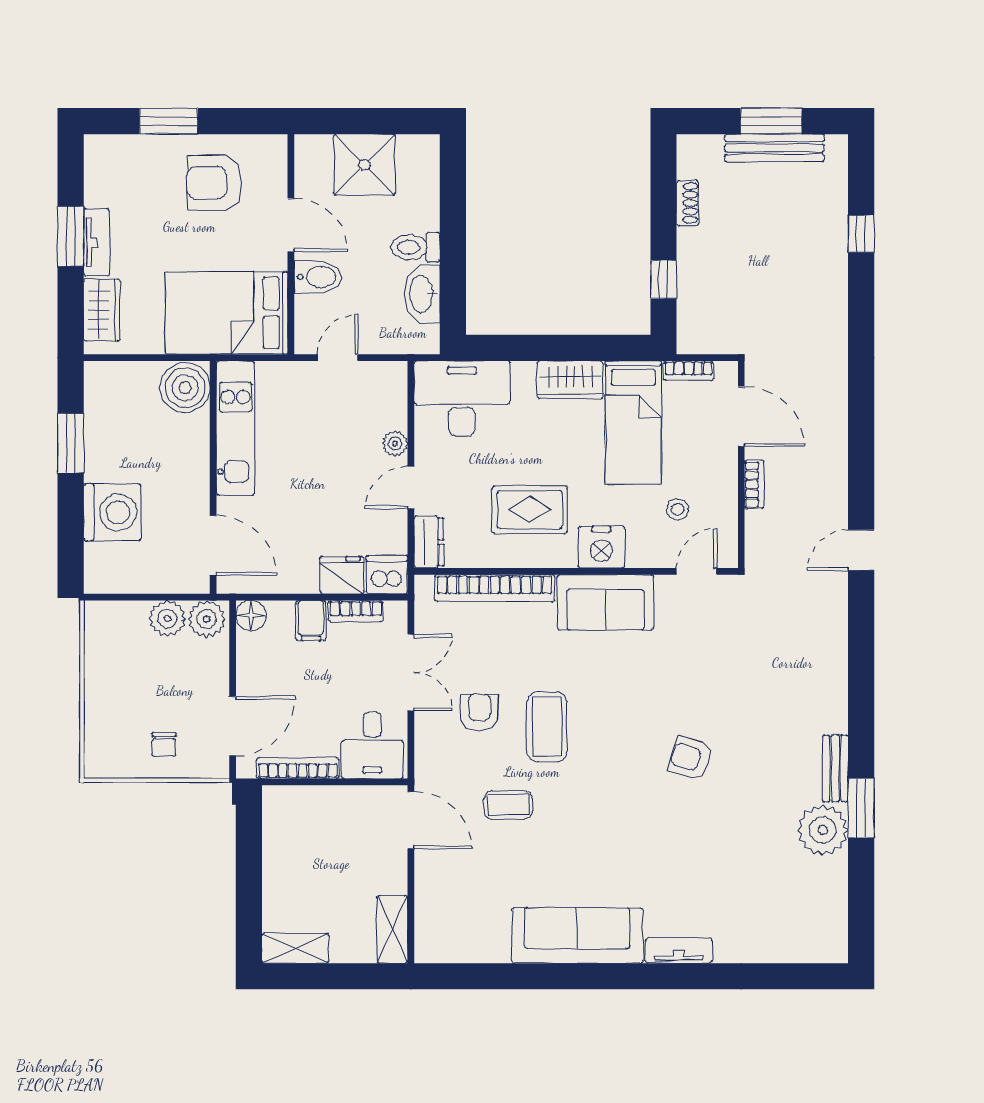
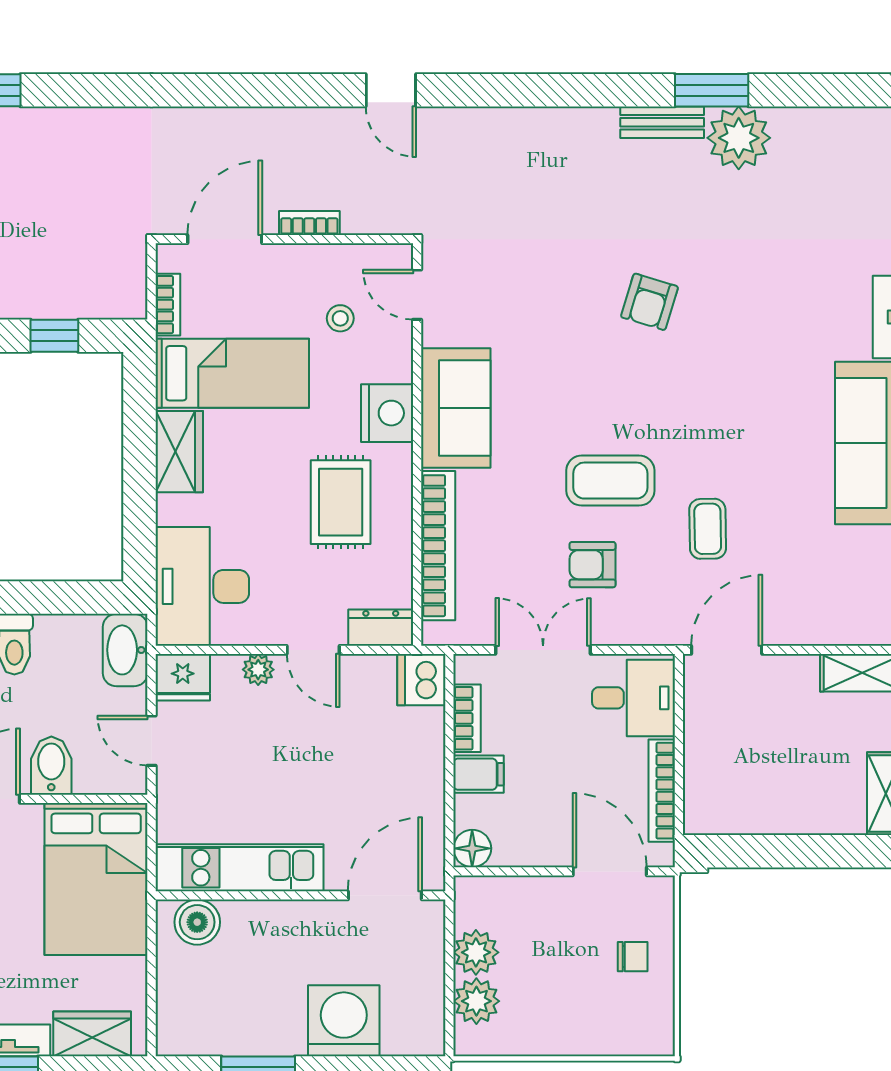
washbasin: (422, 294) -> (125, 650), moved, turned 90
boiler: (185, 388) -> (197, 922), width x0.73, depth x0.73
fridge: (342, 575) -> (183, 677), moved, turned -90
plant: (207, 619) -> (476, 1001), moved

